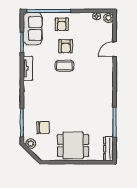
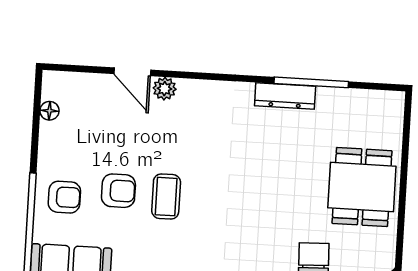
plant: (108, 18) -> (165, 89), moved
dresser: (108, 149) -> (285, 96), moved

